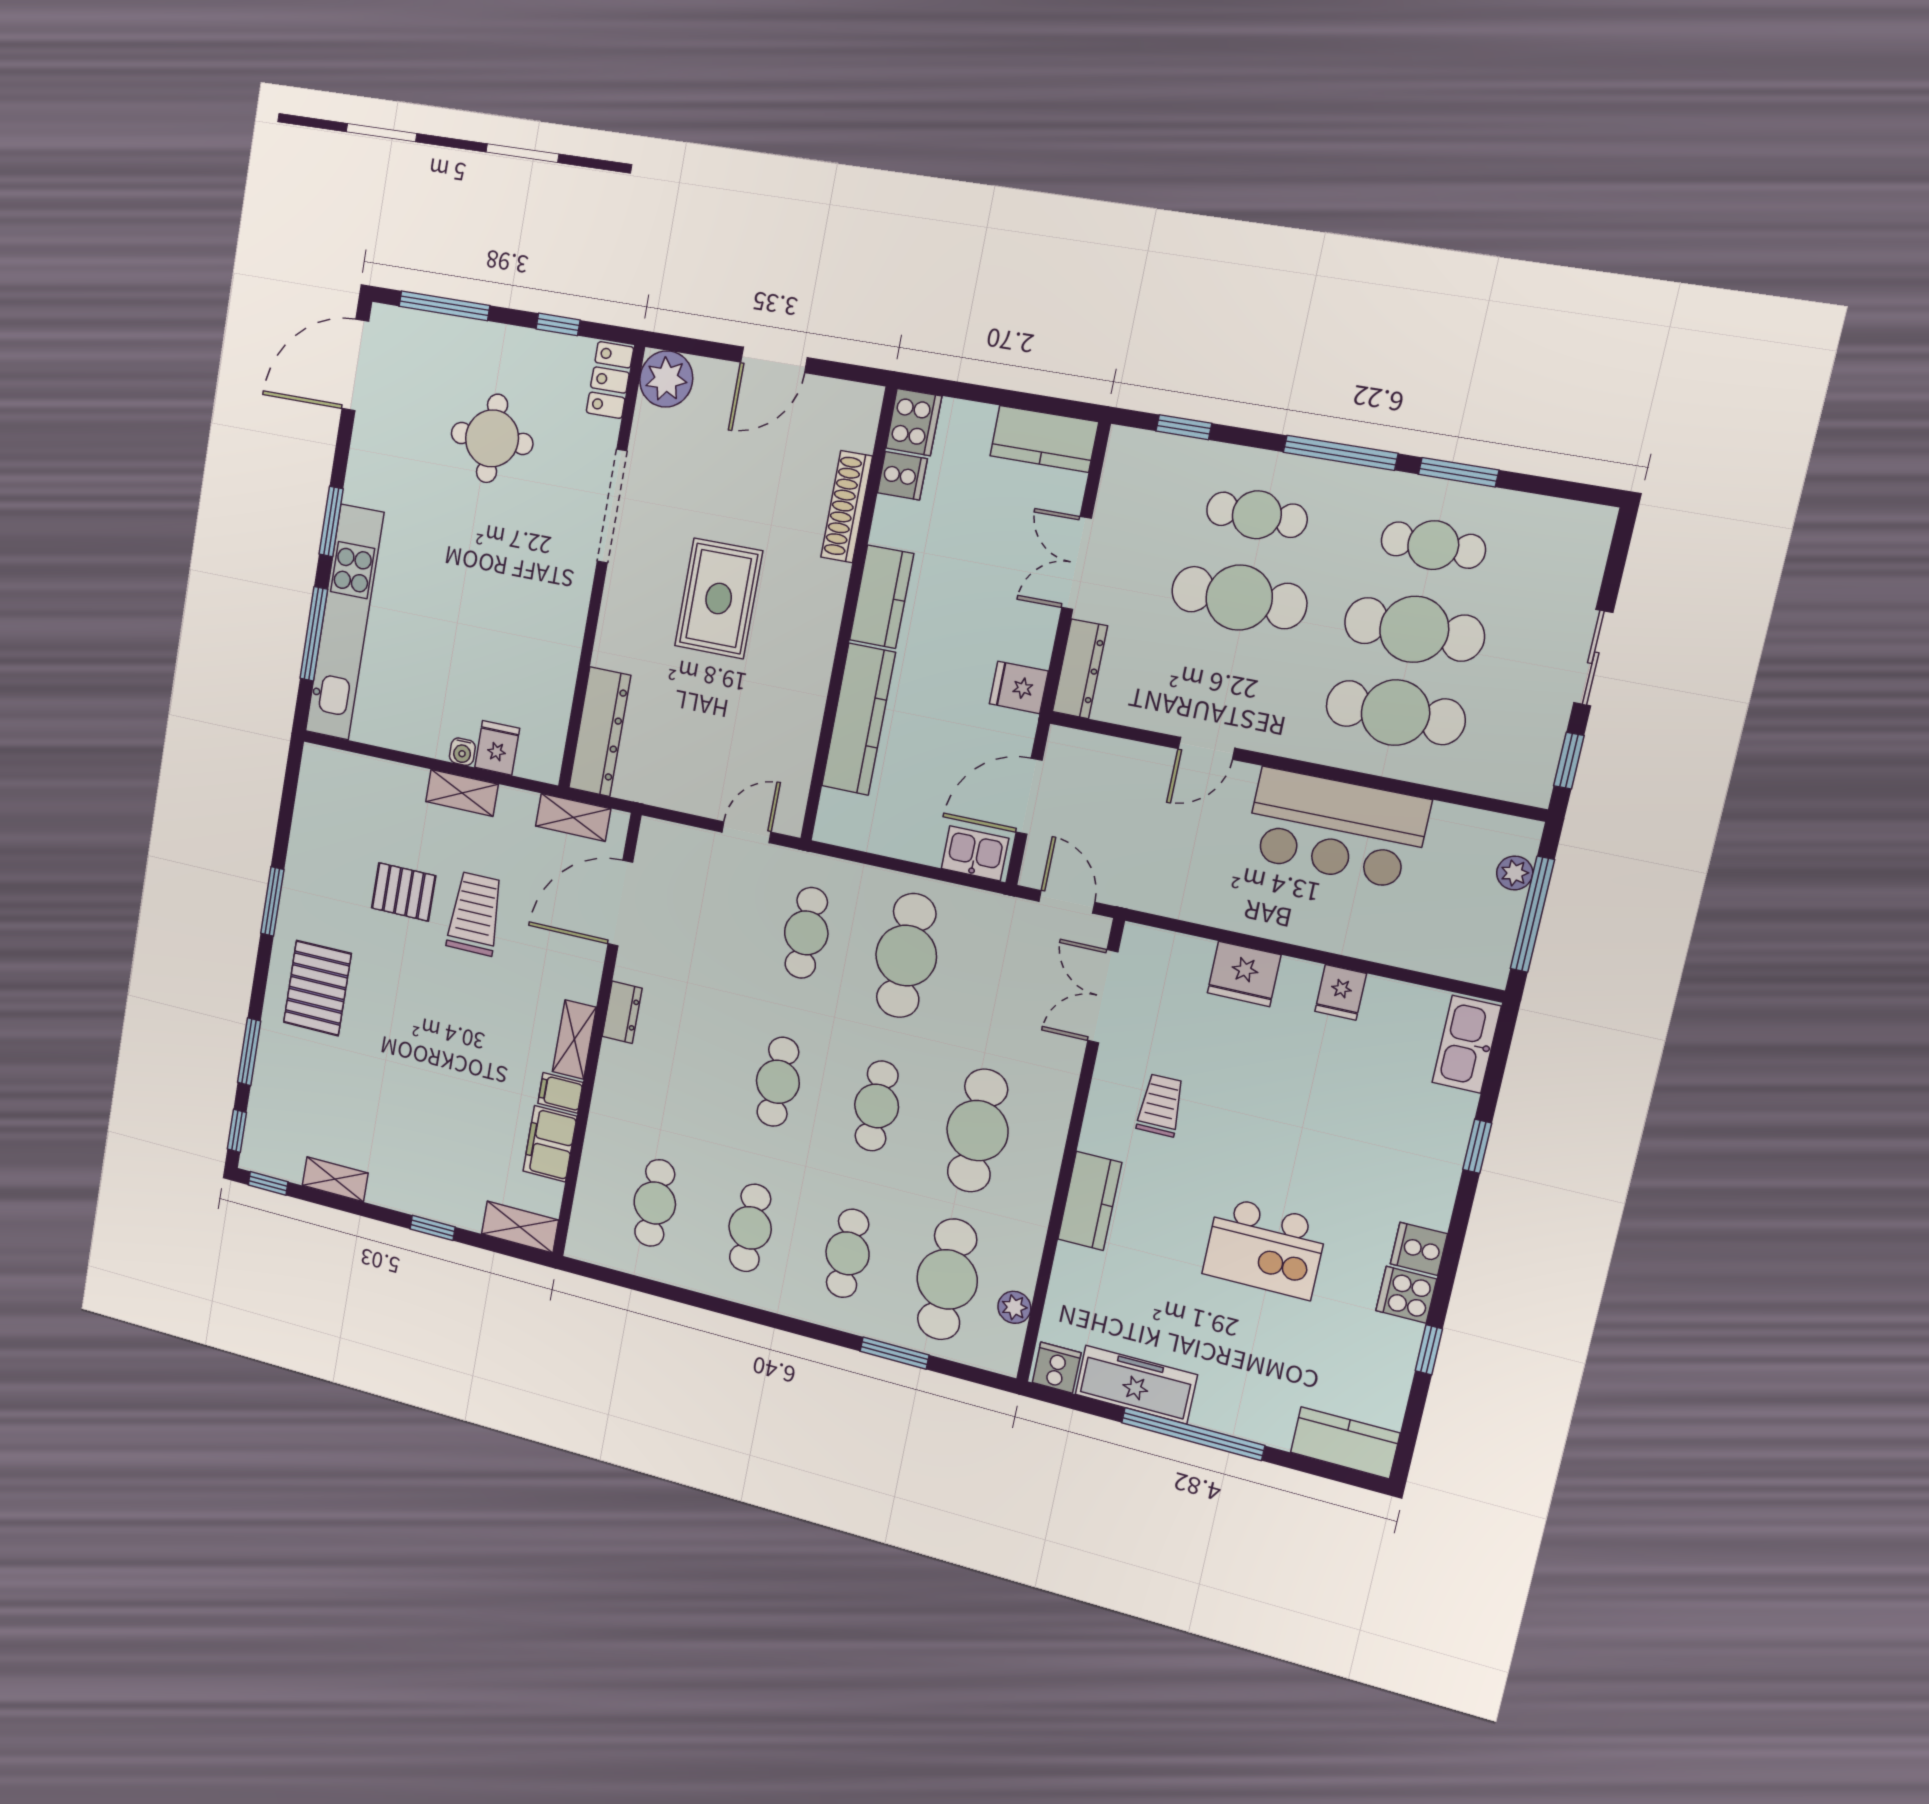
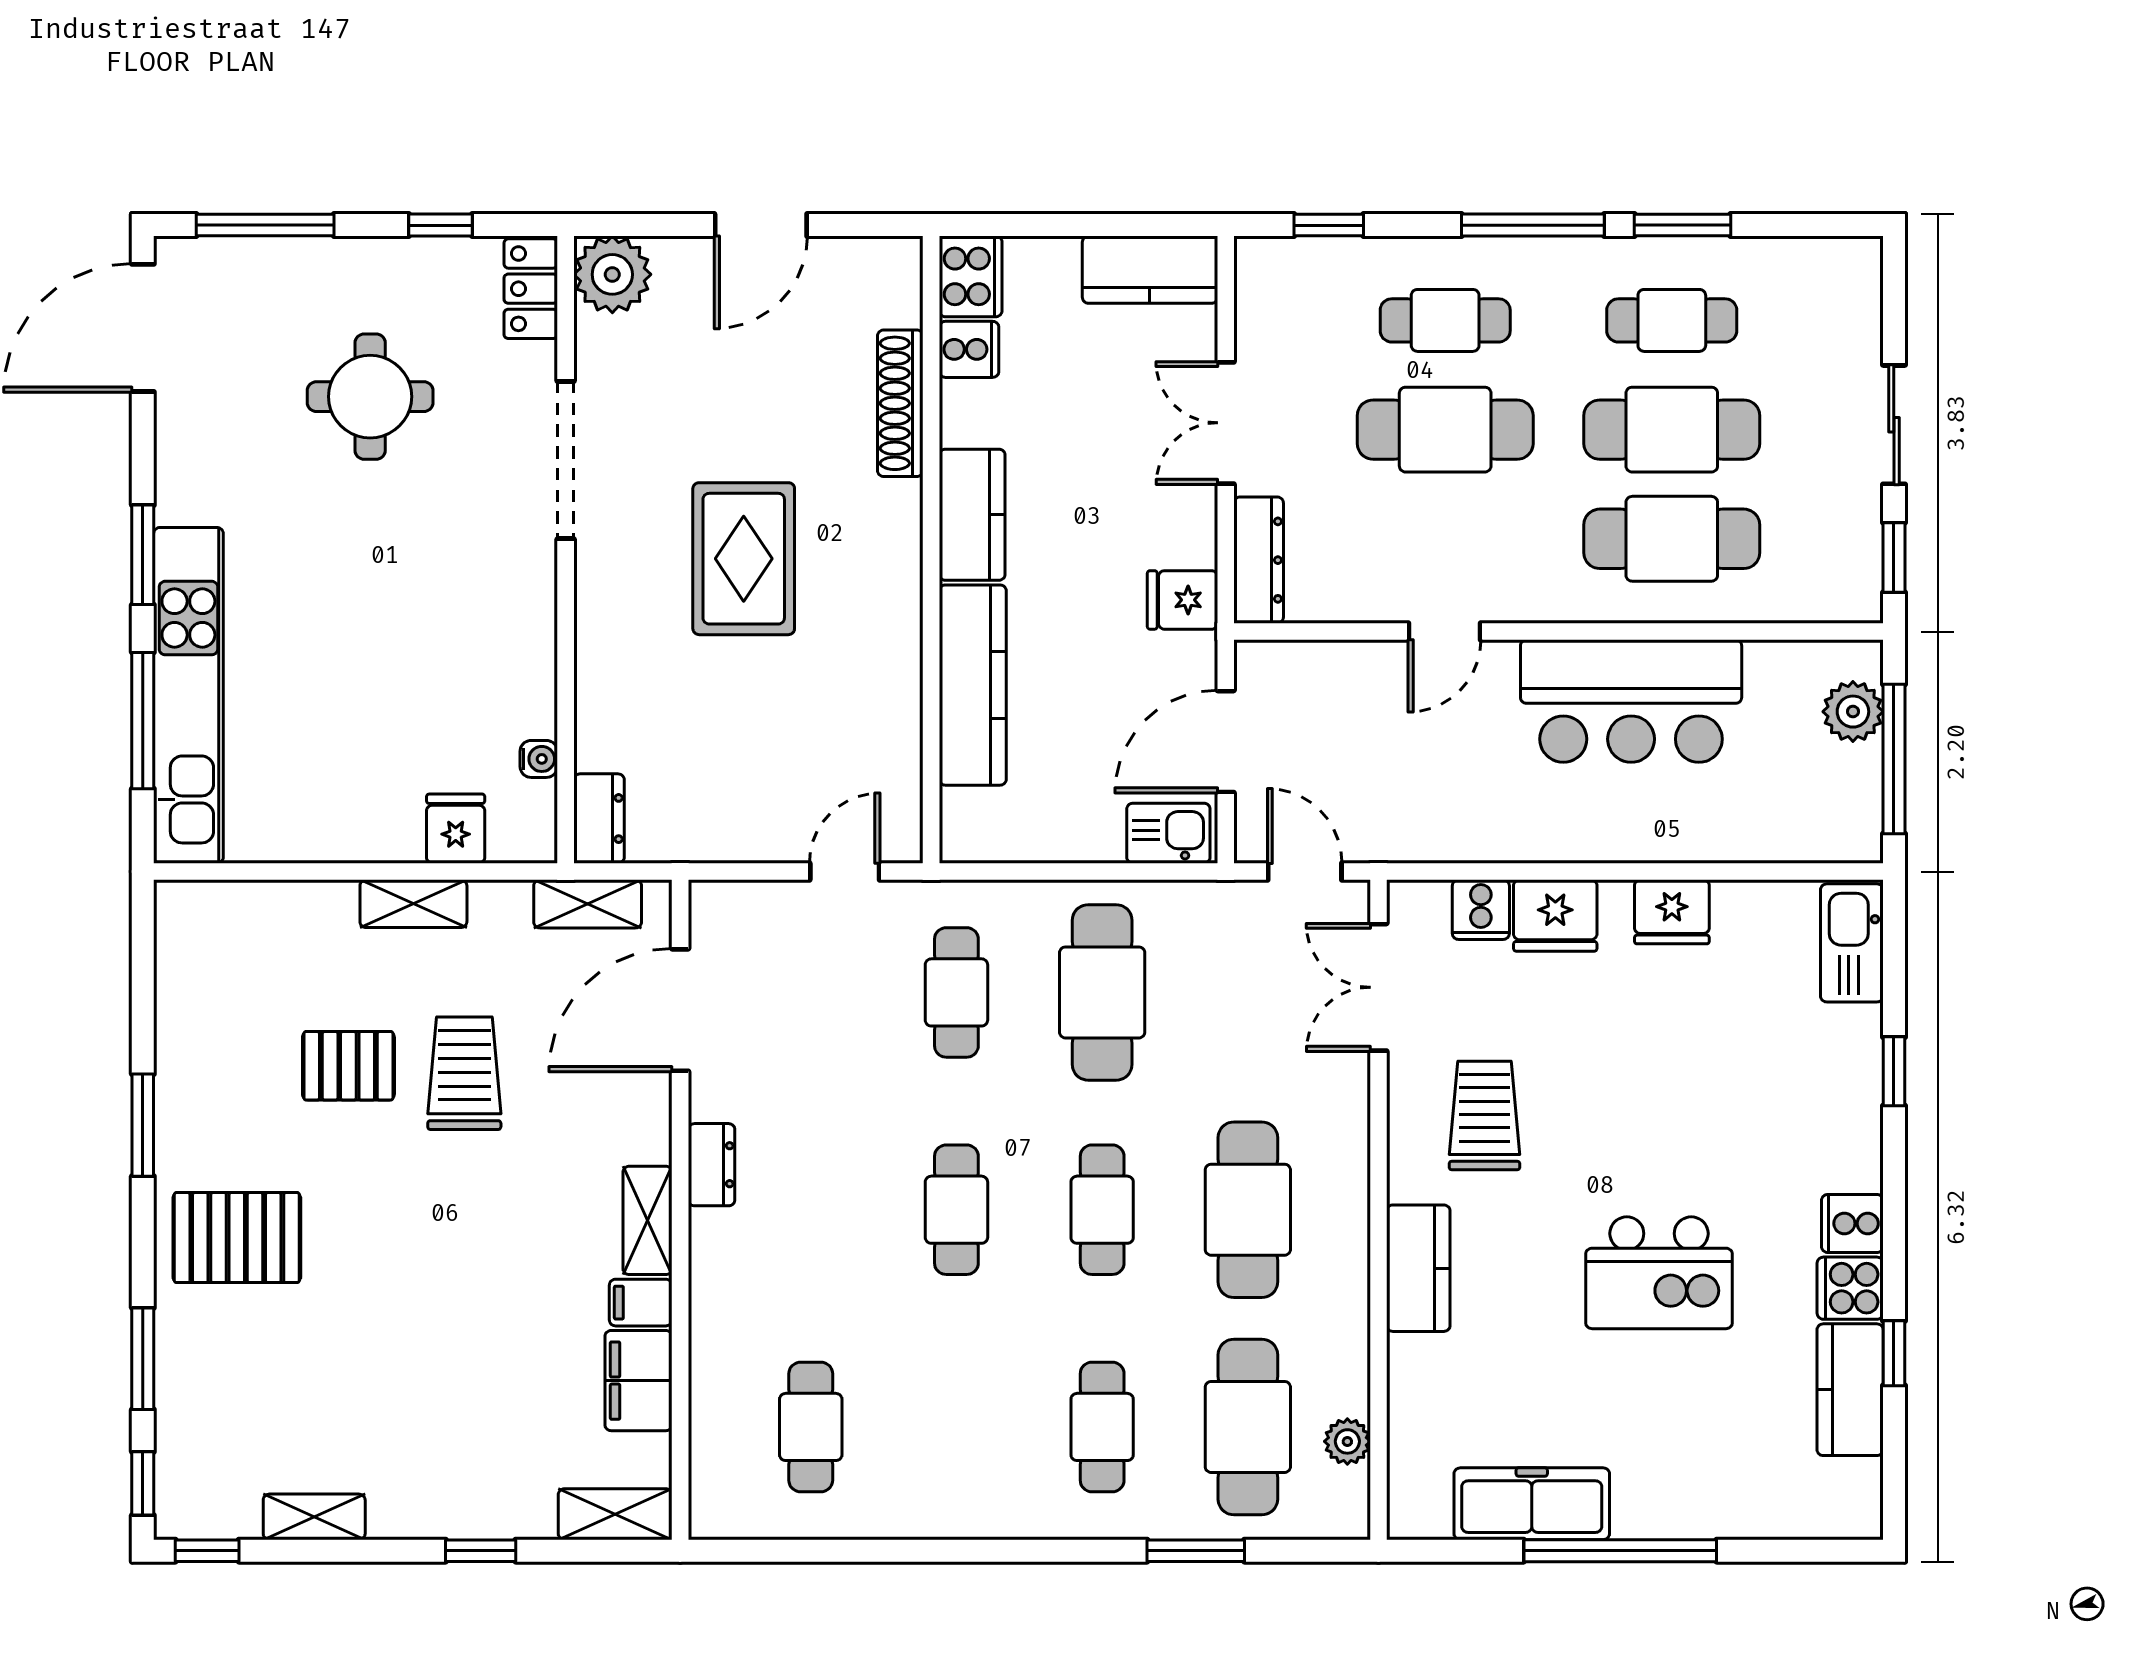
dresser: (600, 732) -> (599, 819), width x0.51, depth x0.80
water cooler: (462, 752) -> (539, 759), moved, turned -90
plant: (1515, 873) -> (1853, 712), width x1.38, depth x1.38
pallet: (317, 988) -> (237, 1238), turned 90
fridge: (1341, 992) -> (1672, 912), width x1.38
trolley: (1161, 1105) -> (1484, 1115), width x1.36, depth x1.39
cafe table: (750, 1228) -> (956, 1427), removed
cooker: (1057, 1368) -> (1481, 910), moved, turned 180
kitchen counter: (1345, 1443) -> (1850, 1390), moved, turned -90

